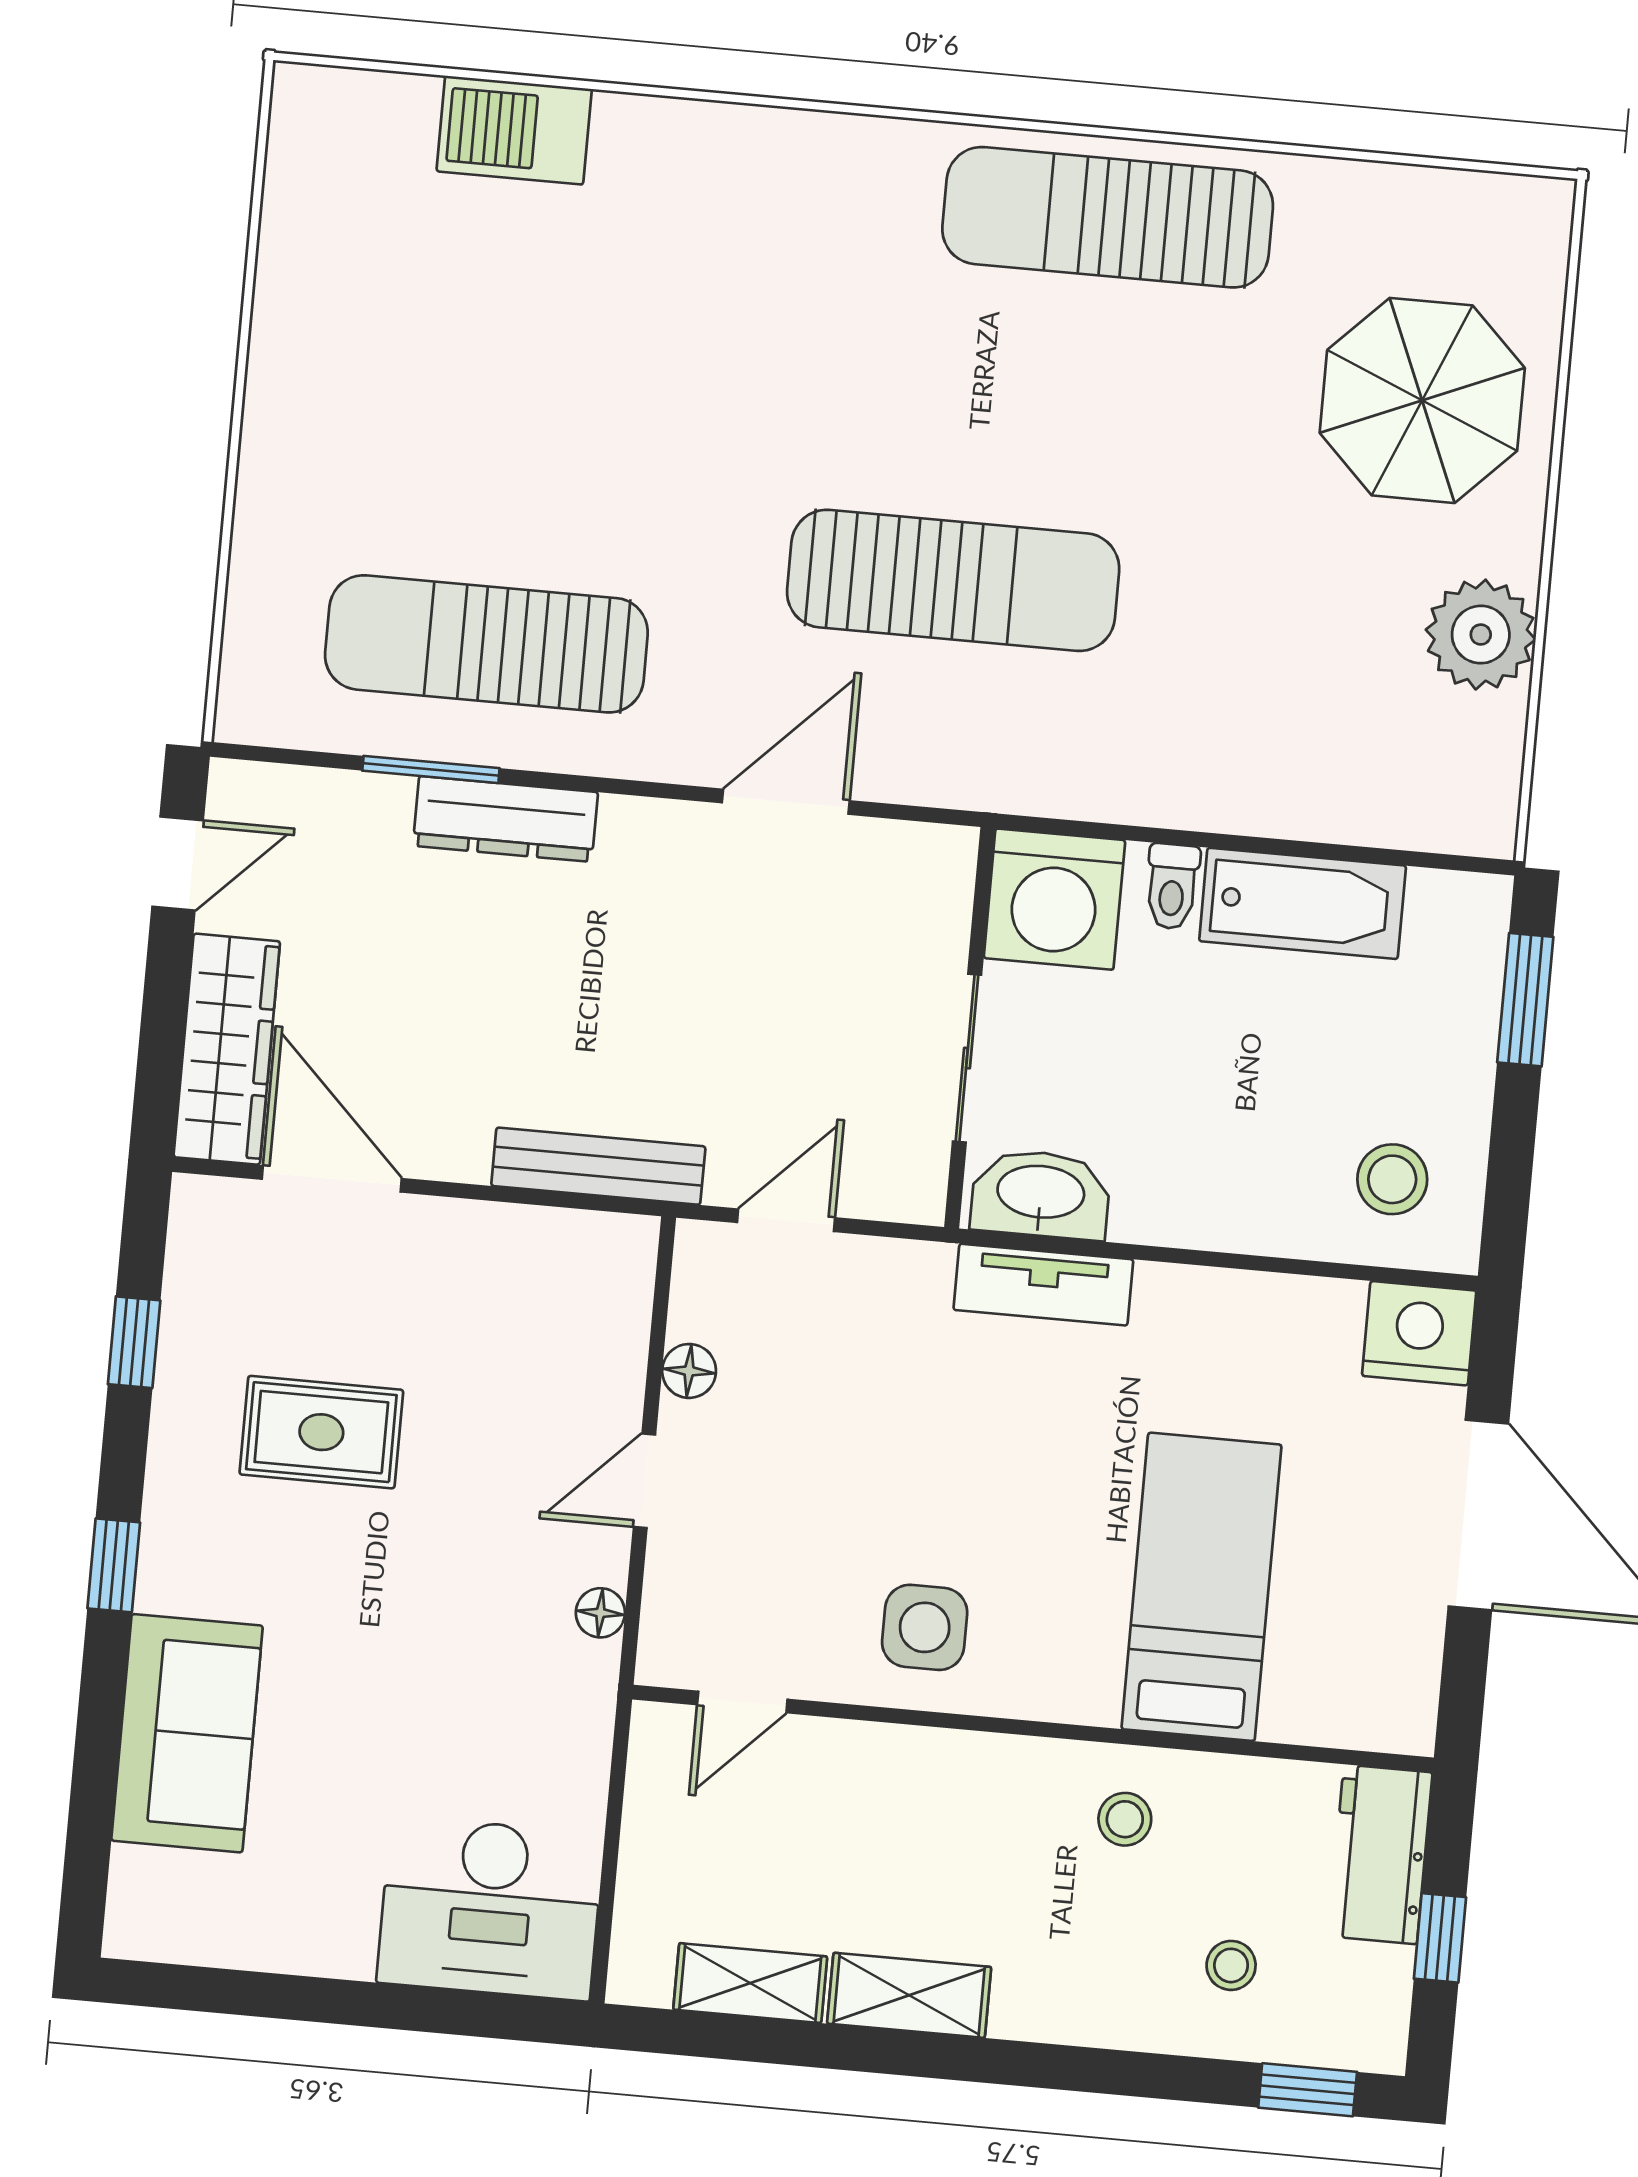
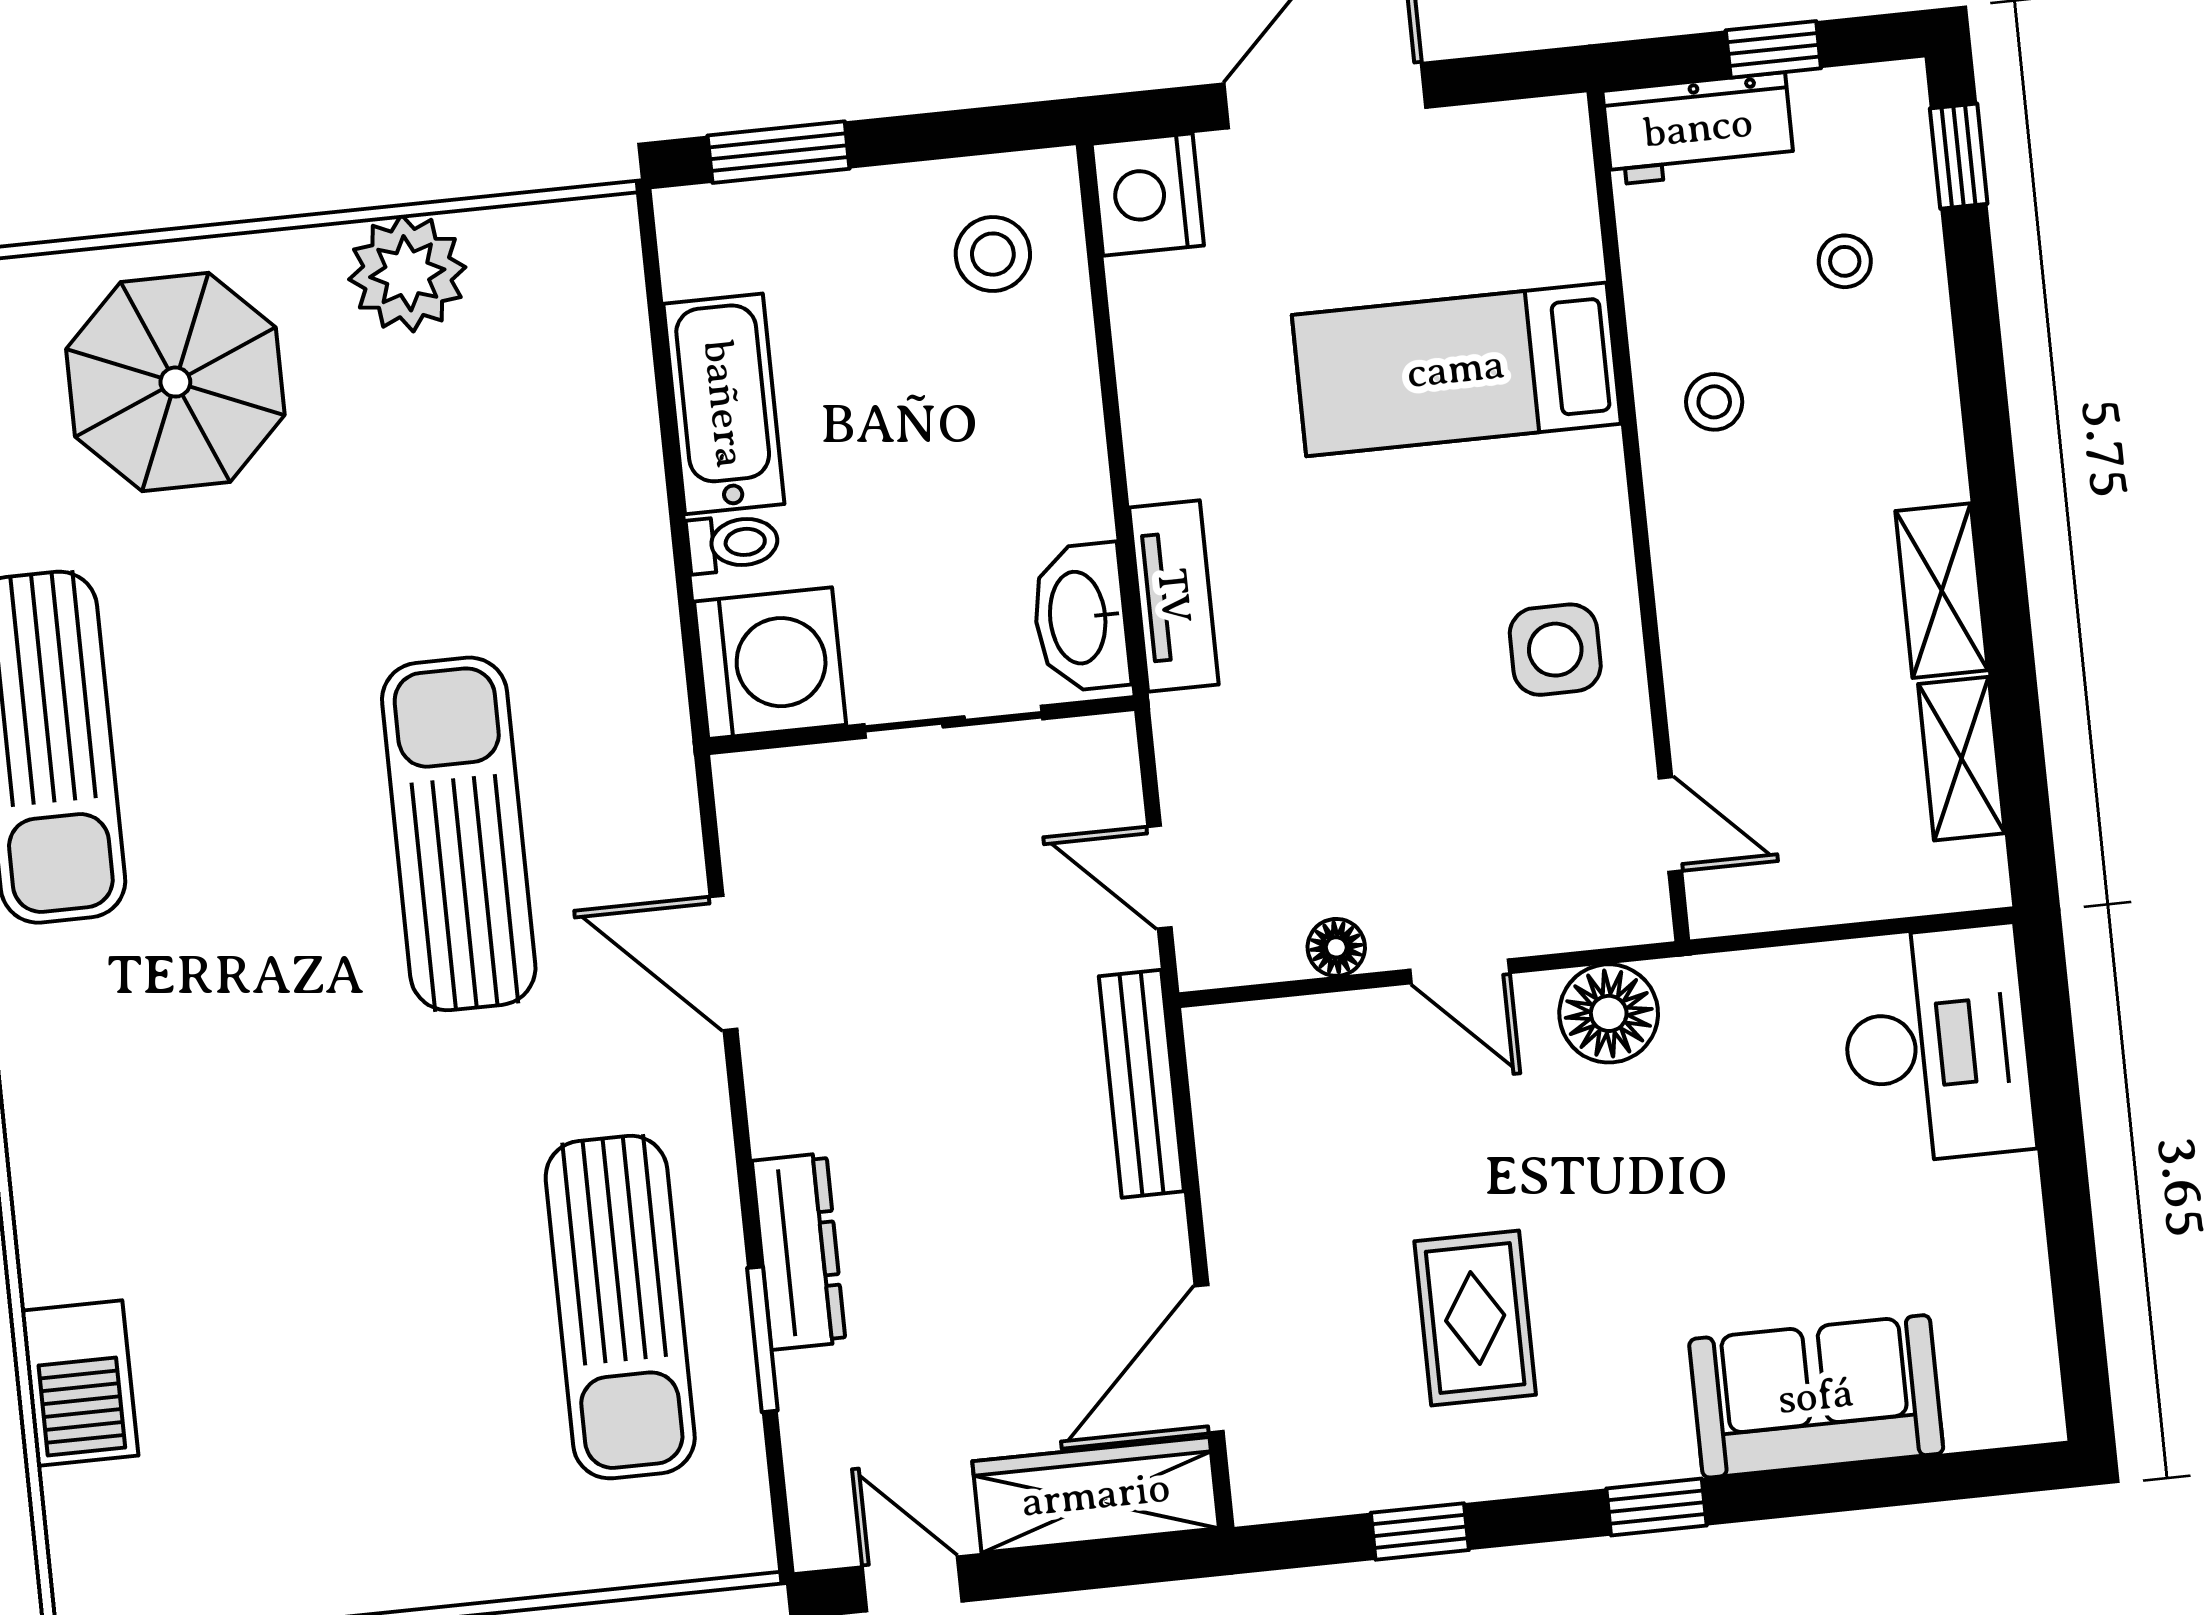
floor lamp: (600, 1613) -> (1609, 1013), width x1.89, depth x1.89

